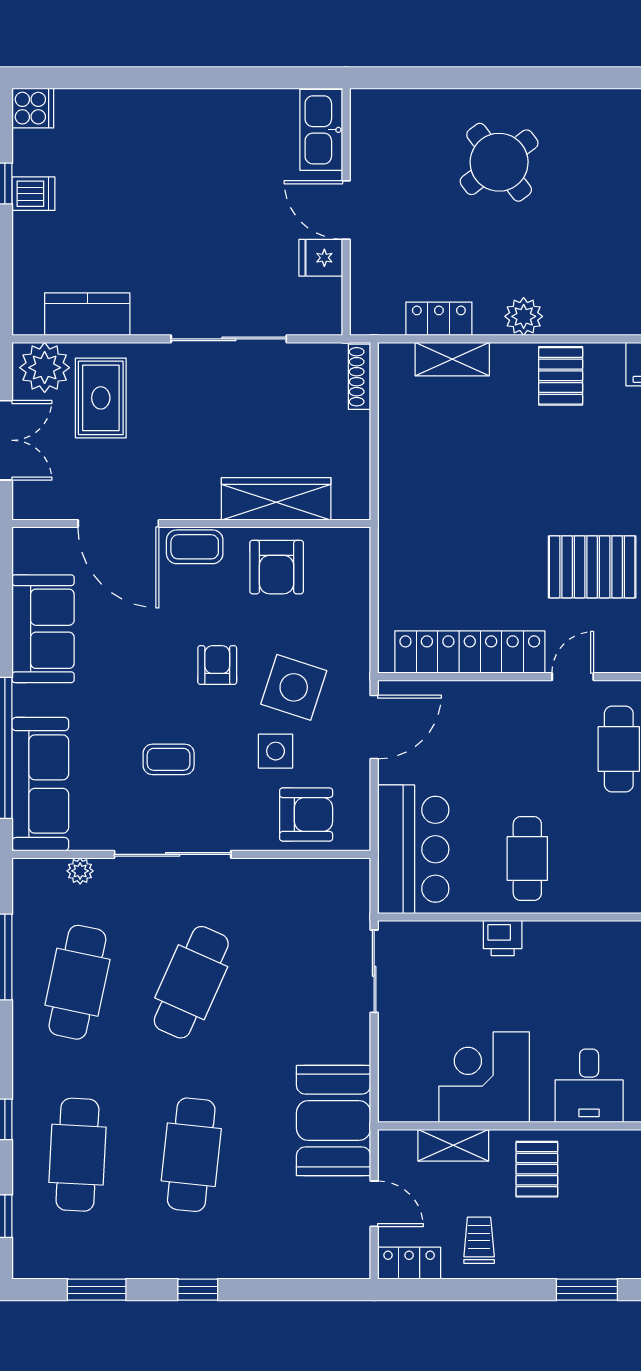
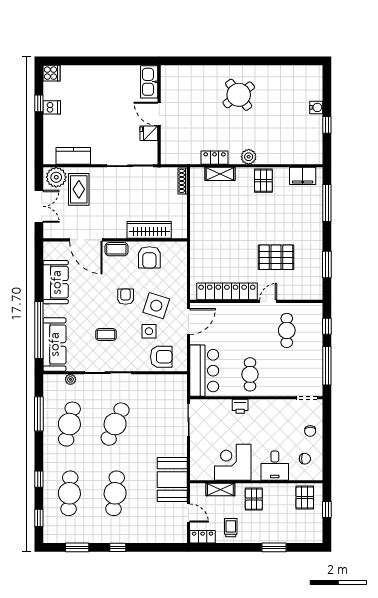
kitchen sink: (321, 130) -> (149, 82), moved
door: (346, 210) -> (159, 114), moved
wall: (346, 212) -> (159, 115), moved
fridge: (321, 258) -> (149, 133), moved

